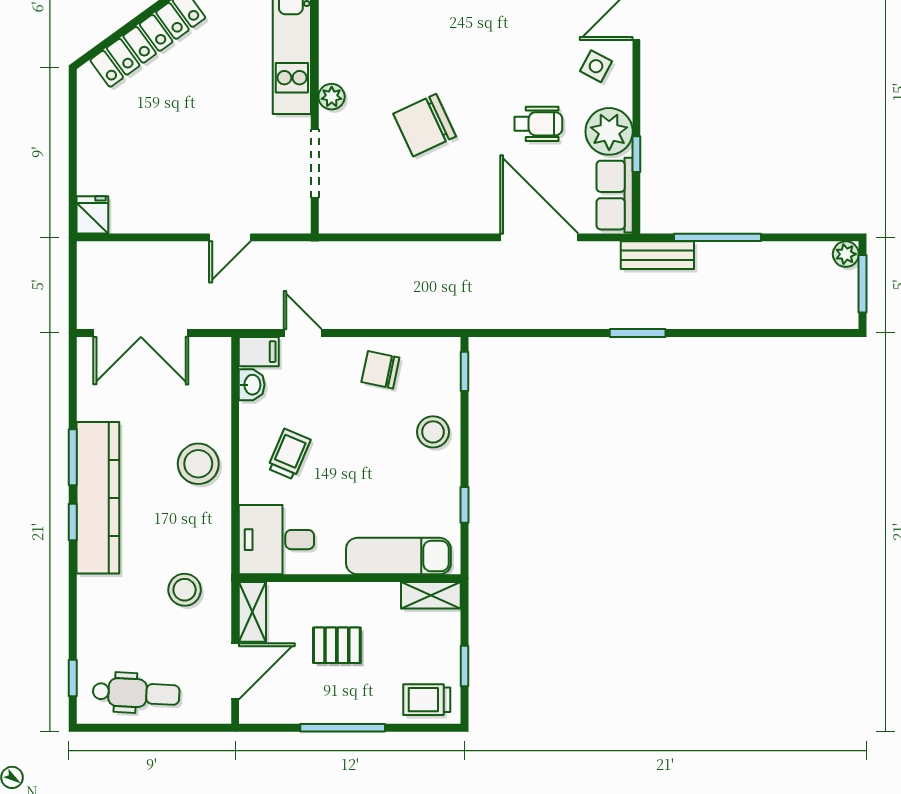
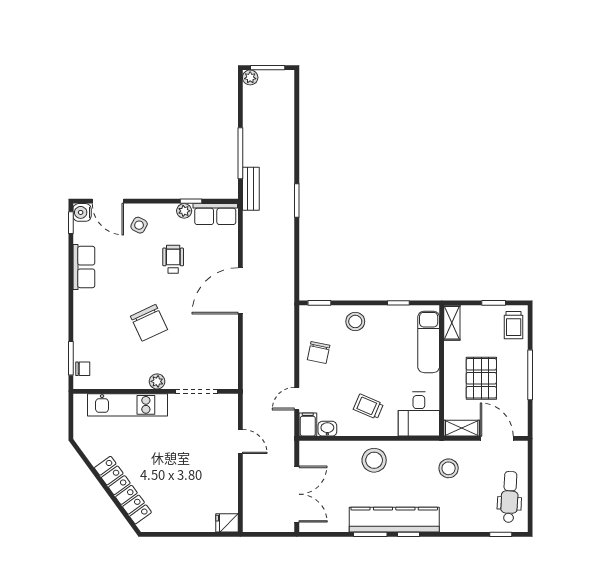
chair: (425, 125) -> (149, 323), moved
plant: (609, 131) -> (184, 211), width x0.53, depth x0.53
door: (539, 237) -> (240, 291), moved
pallet: (337, 645) -> (481, 378), width x1.50, depth x1.42

